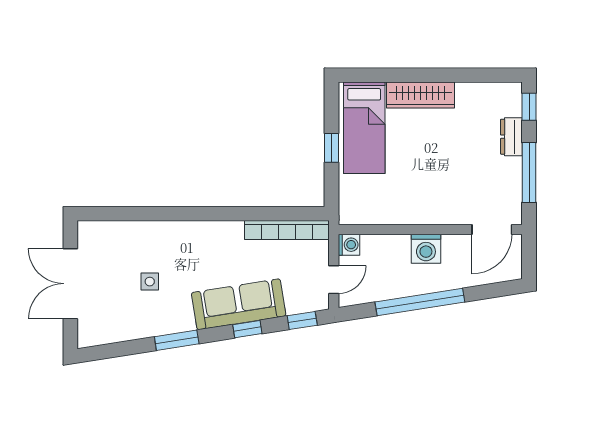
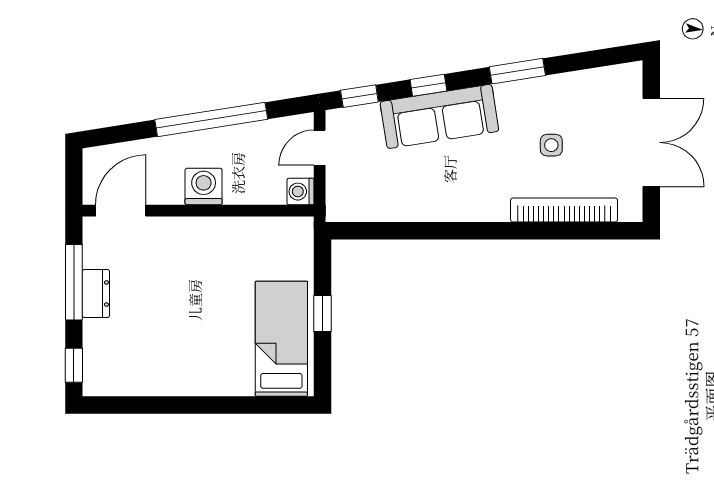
wardrobe: (421, 95) -> (210, 380), removed
dresser: (511, 137) -> (96, 294), moved
bookcase: (287, 230) -> (564, 210), moved

